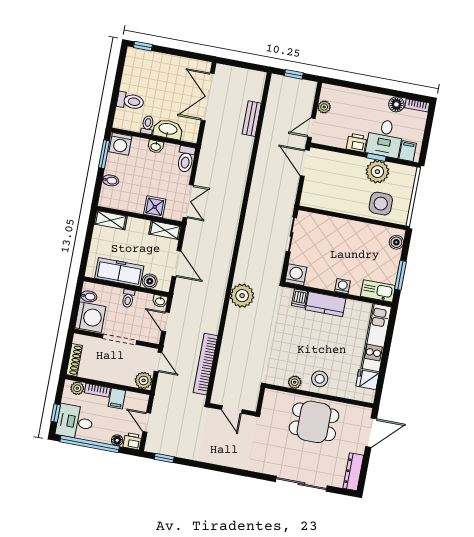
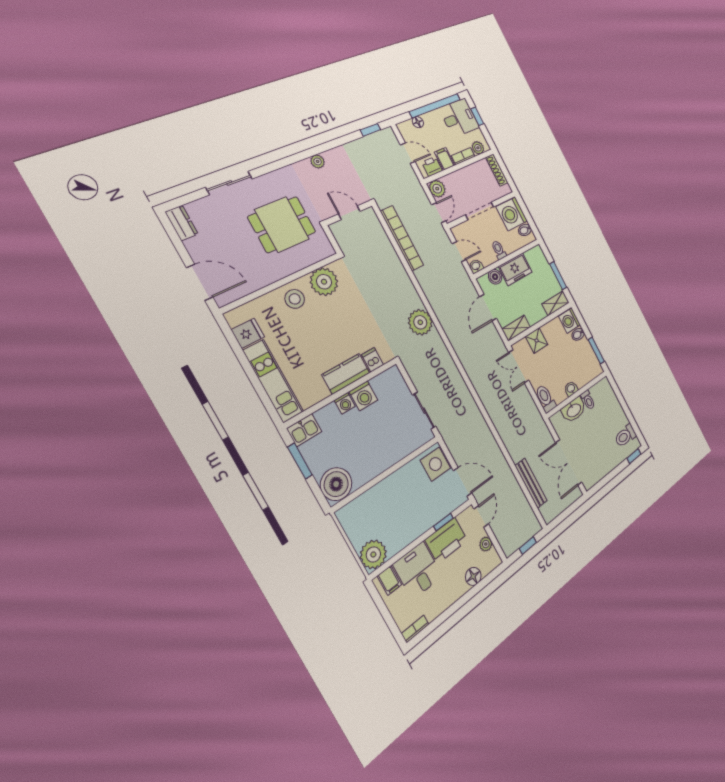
double door: (208, 97) -> (569, 462), swing flipped
toilet: (130, 101) -> (625, 436), moved
floor lamp: (396, 104) -> (473, 576), moved
bench: (252, 119) -> (531, 483), width x1.36
printer: (357, 143) -> (446, 540), width x1.87, depth x1.48
washing machine: (120, 144) -> (569, 321), moved, turned -90
window: (376, 157) -> (443, 522), moved
plant: (377, 172) -> (373, 554), moved
side table: (381, 204) -> (435, 464), moved
window: (88, 239) -> (558, 276), added
boiler: (396, 242) -> (336, 484), width x1.86, depth x1.86
door: (176, 264) -> (488, 308), hinge flipped
freezer: (119, 272) -> (515, 269), width x0.71
washing machine: (296, 275) -> (363, 396), moved
kitchen sink: (378, 291) -> (304, 430), width x0.73
door: (158, 362) -> (439, 213), swing flipped
plant: (295, 382) -> (324, 282), width x1.88, depth x1.88
dining table: (314, 422) -> (282, 224), moved
door: (371, 433) -> (200, 282), swing flipped
printer: (132, 441) -> (432, 166), moved, turned 180
plant: (226, 460) -> (318, 161), added
dresser: (353, 472) -> (182, 223), width x0.70
sliding door: (301, 484) -> (229, 183), width x0.73

